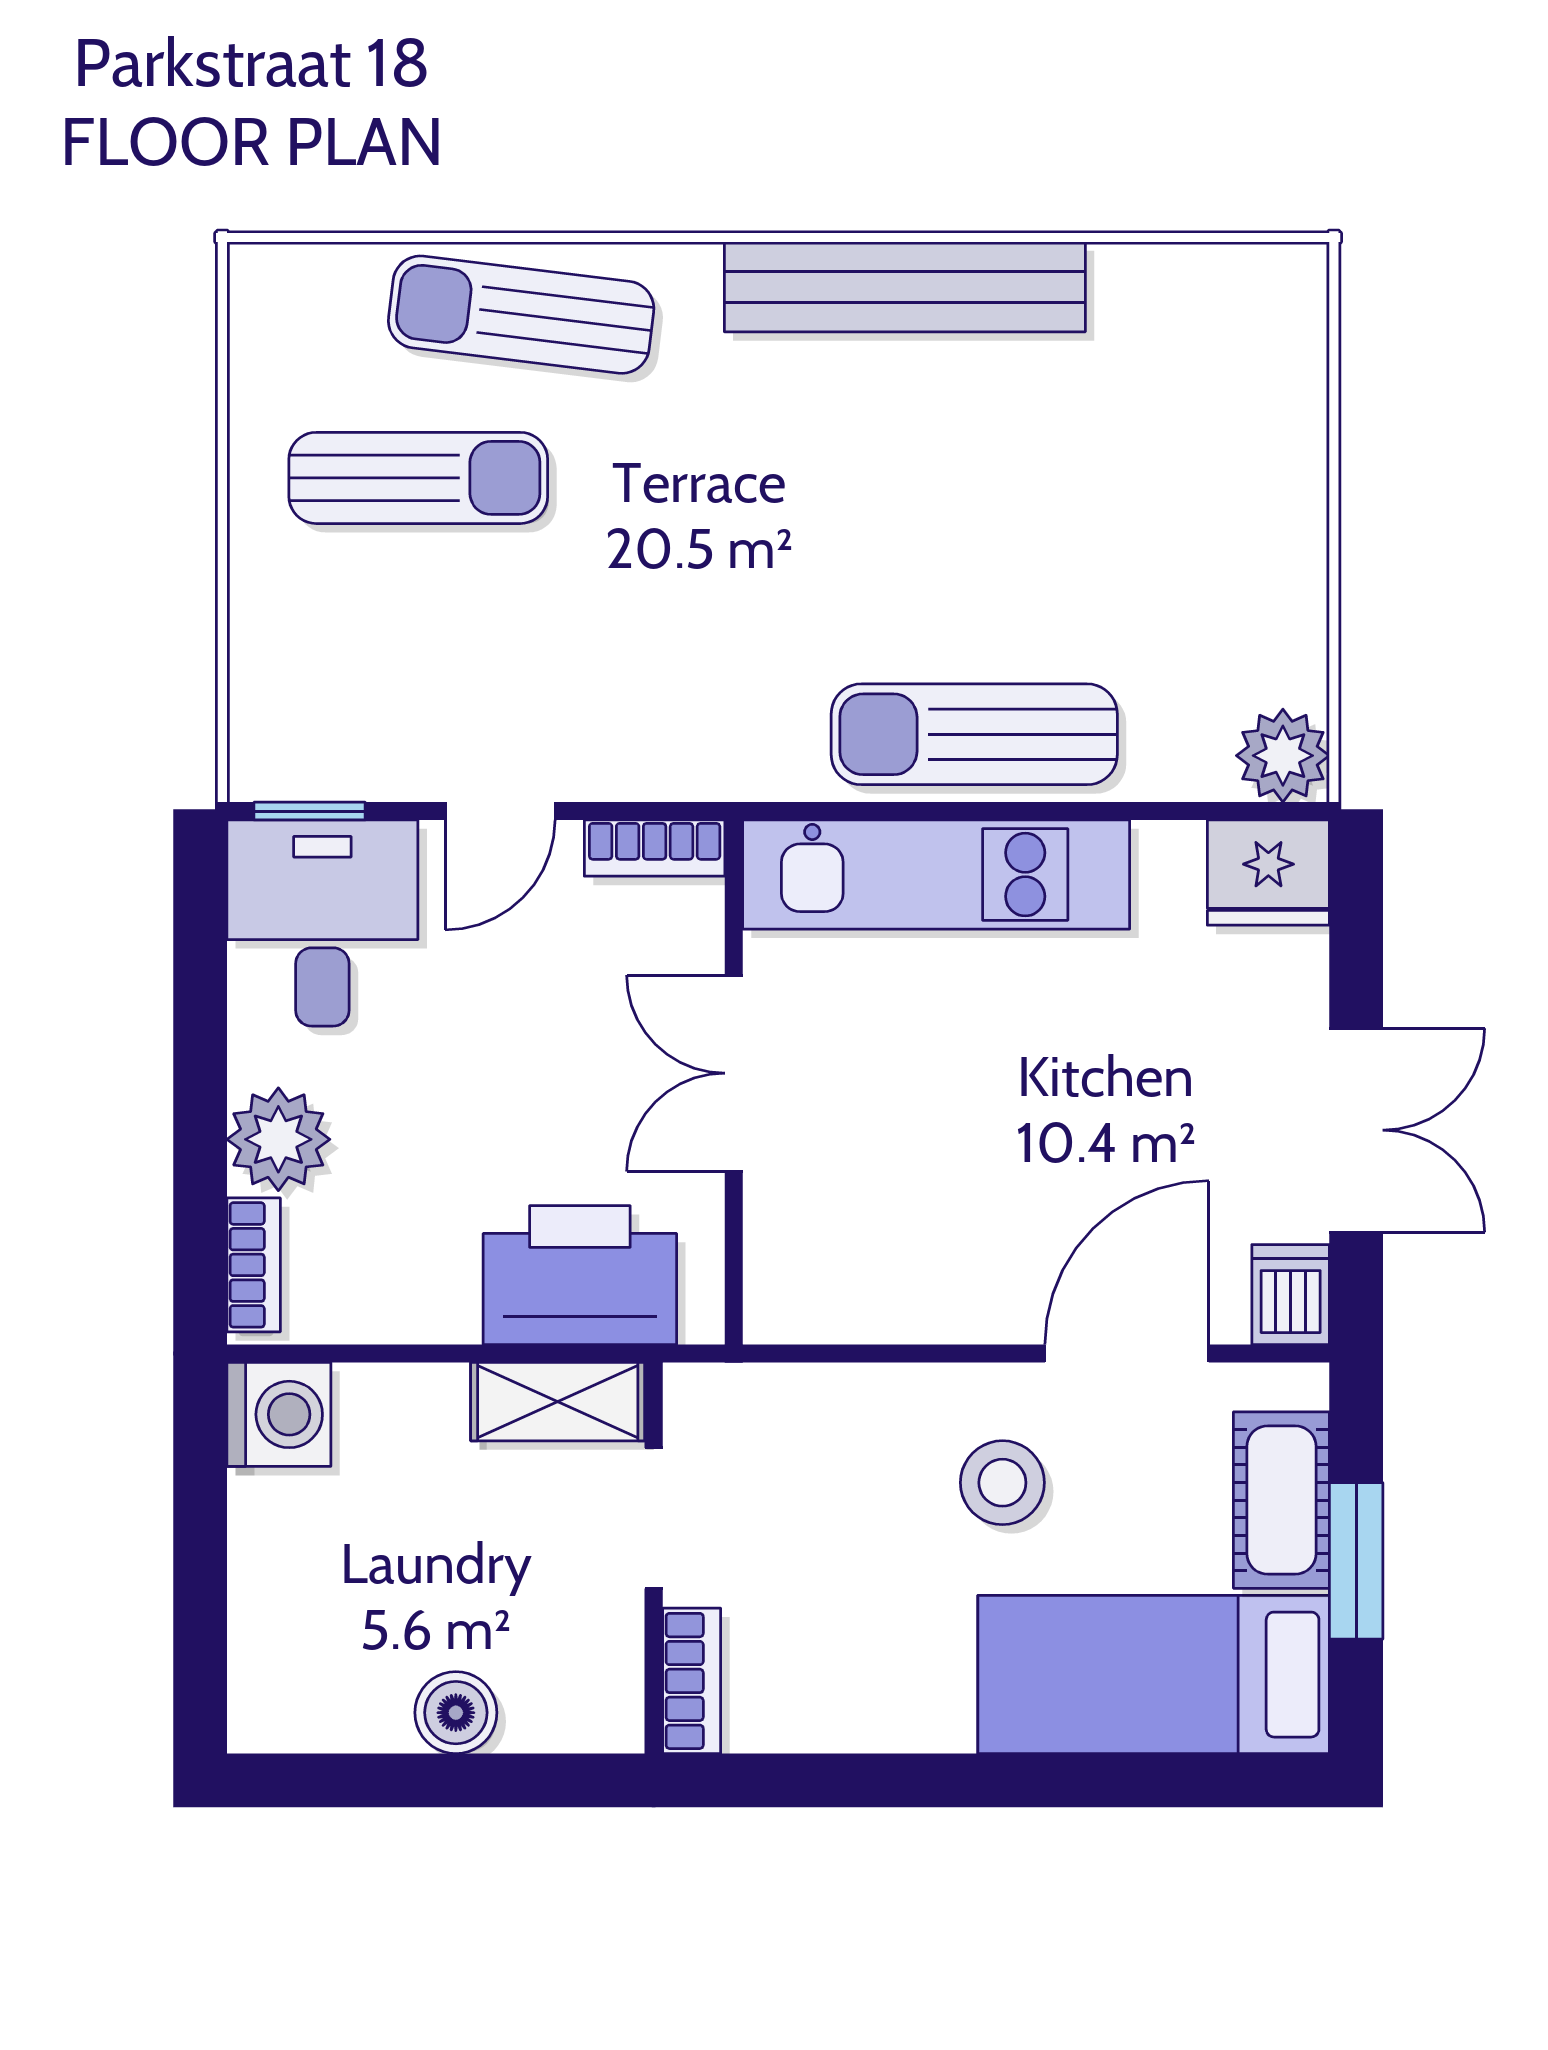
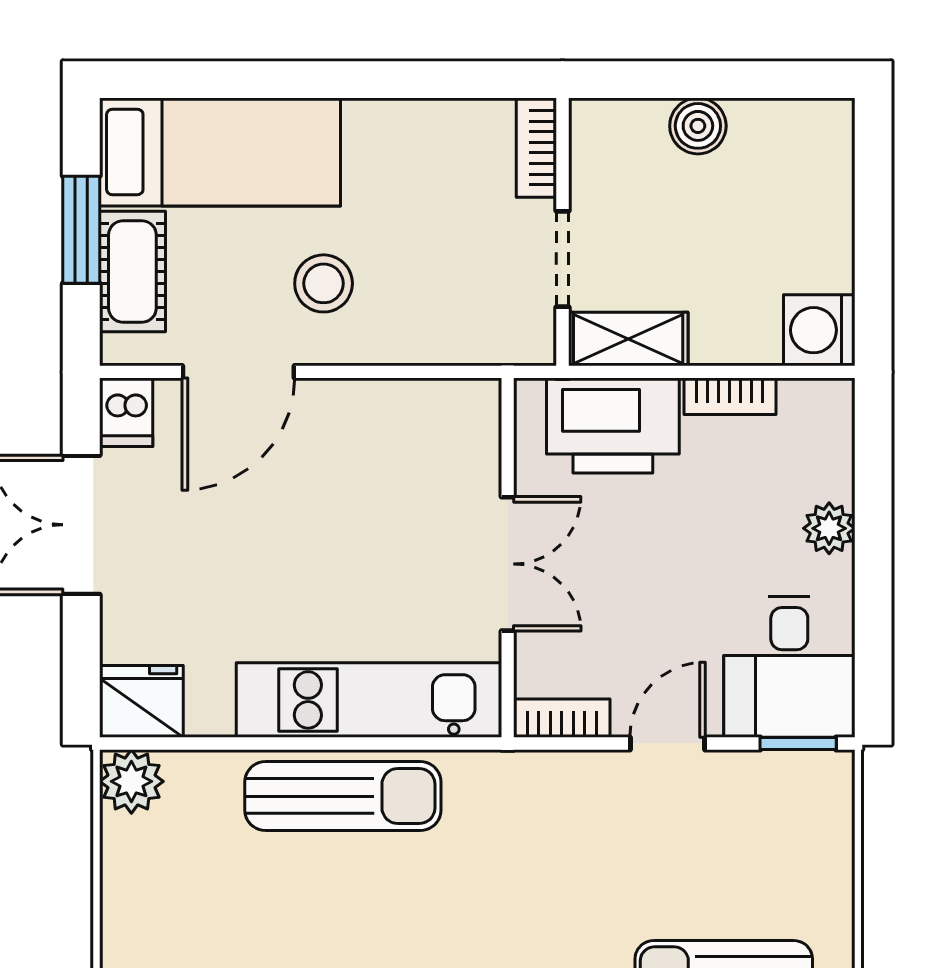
plant: (278, 1139) -> (829, 528), width x0.73, depth x0.73
bookcase: (254, 1265) -> (730, 396), moved, turned -90

